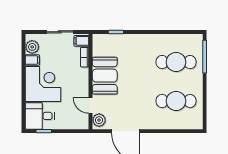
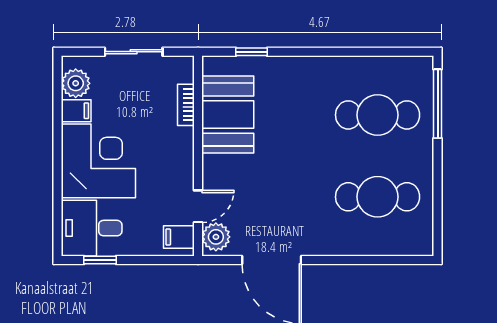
filing cabinet: (81, 41) -> (179, 237), moved
booth: (105, 76) -> (228, 115), moved
door: (90, 106) -> (198, 206), swing flipped

